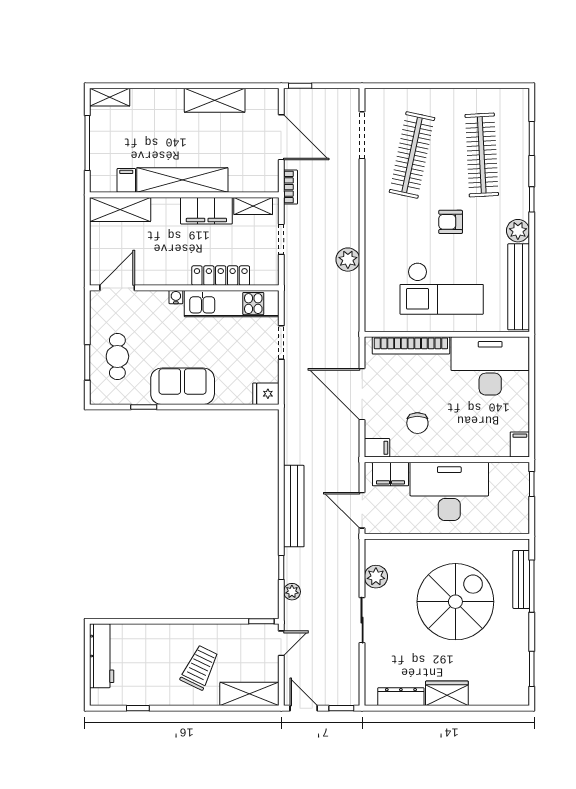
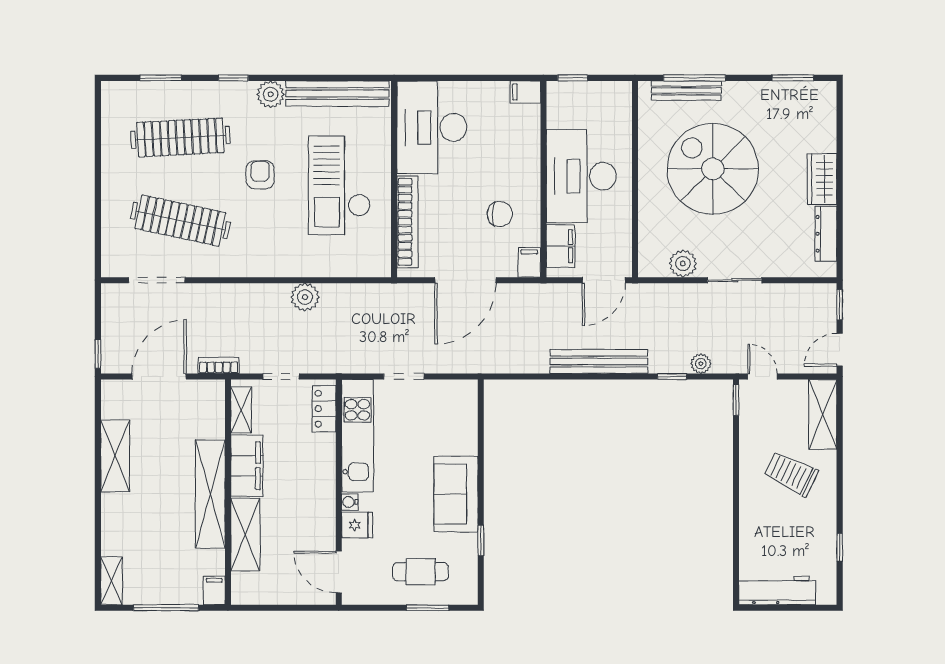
filing cabinet: (126, 180) -> (214, 590), moved, turned 90
shelving: (120, 209) -> (245, 535), moved
armchair: (451, 222) -> (260, 175), turned 180
locker: (221, 276) -> (324, 409), moved, width x0.66
checkout: (442, 288) -> (339, 185), turned 180
fridge: (266, 394) -> (357, 525), moved, turned -90

